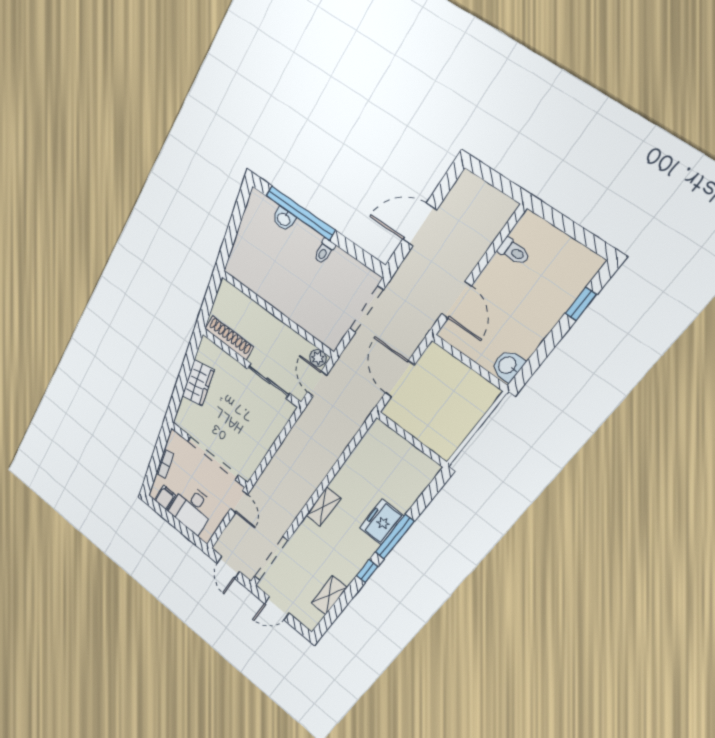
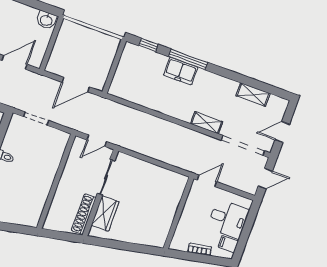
doorway: (366, 309) -> (36, 119), width x0.73
plant: (318, 358) -> (79, 144), removed
wardrobe: (198, 383) -> (105, 213), moved, turned 101
doorway: (213, 458) -> (180, 209), removed
shelving: (323, 507) -> (207, 123), moved
window: (367, 571) -> (148, 45), moved
door: (277, 608) -> (282, 132), swing flipped

